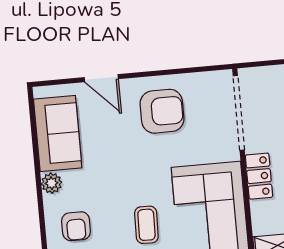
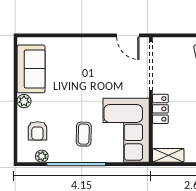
door: (101, 78) -> (128, 35), moved
armchair: (162, 111) -> (101, 61), removed

